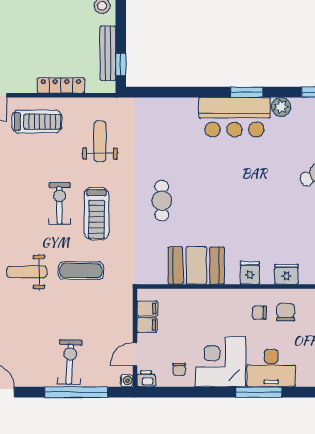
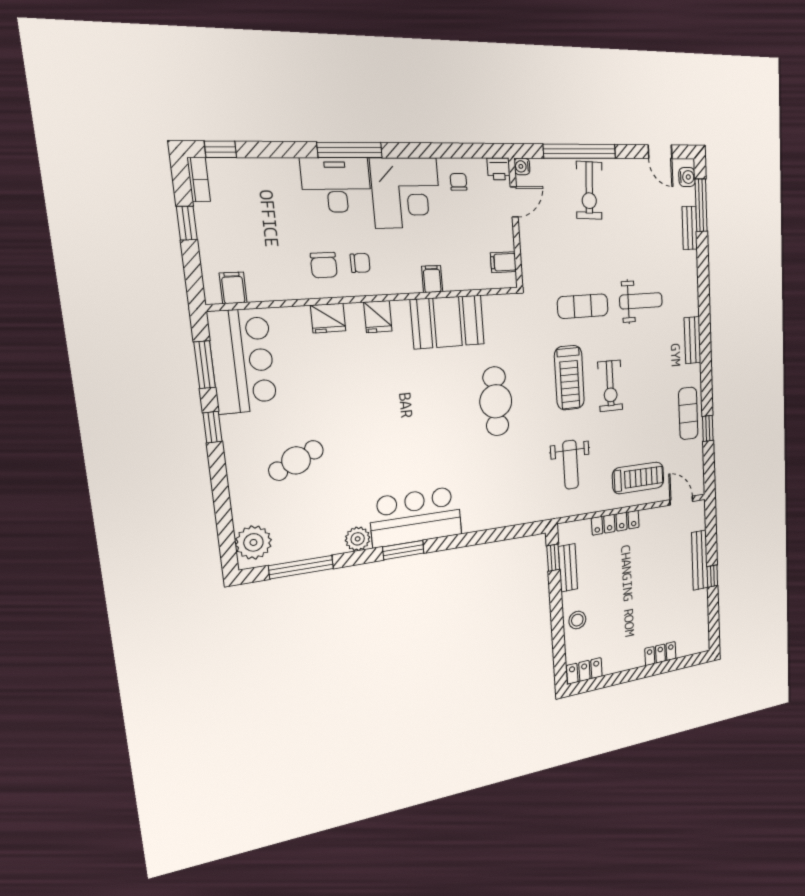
bench: (108, 53) -> (568, 568), width x0.73
treadmill: (37, 122) -> (638, 478), turned 180
cafe table: (162, 201) -> (496, 401), width x1.37, depth x1.35
treadmill: (97, 214) -> (569, 378), turned 180
filing cabinet: (147, 325) -> (432, 279), moved, turned 90

